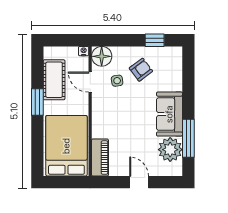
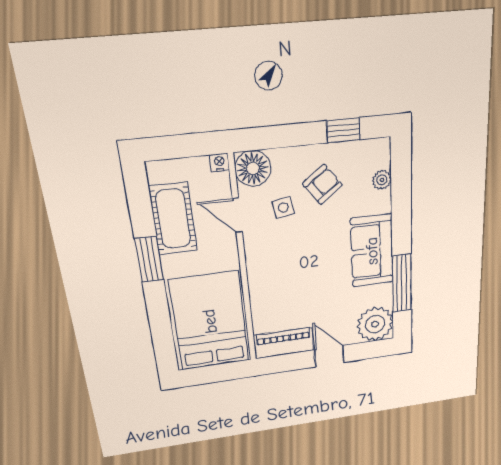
plant: (177, 71) -> (382, 180), added
plant: (170, 150) -> (375, 324), moved
piano: (100, 158) -> (284, 343), moved, turned -90

